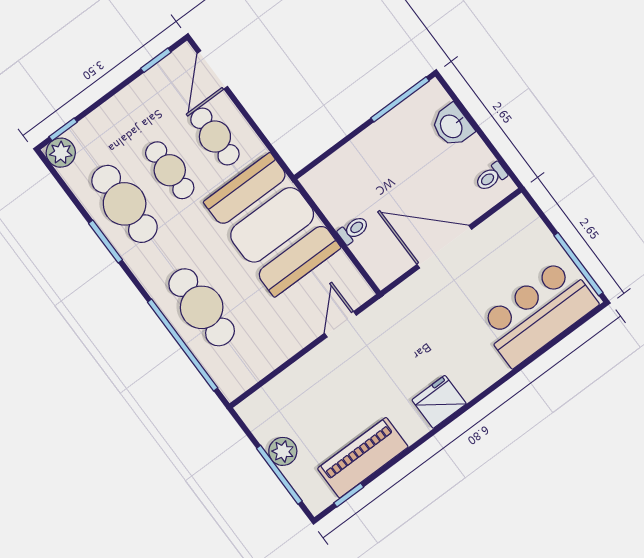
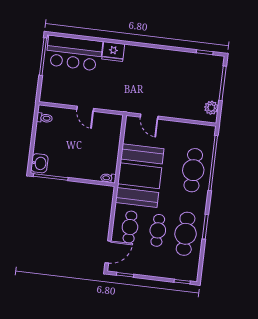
washbasin: (452, 126) -> (39, 163), moved
plant: (61, 153) -> (191, 274), removed
toilet: (353, 230) -> (108, 178), moved
door: (444, 247) -> (85, 109), width x0.53
door: (340, 324) -> (149, 117), hinge flipped
fridge: (439, 402) -> (113, 52), moved
plant: (283, 451) -> (211, 108), moved
piano: (363, 458) -> (187, 61), removed

